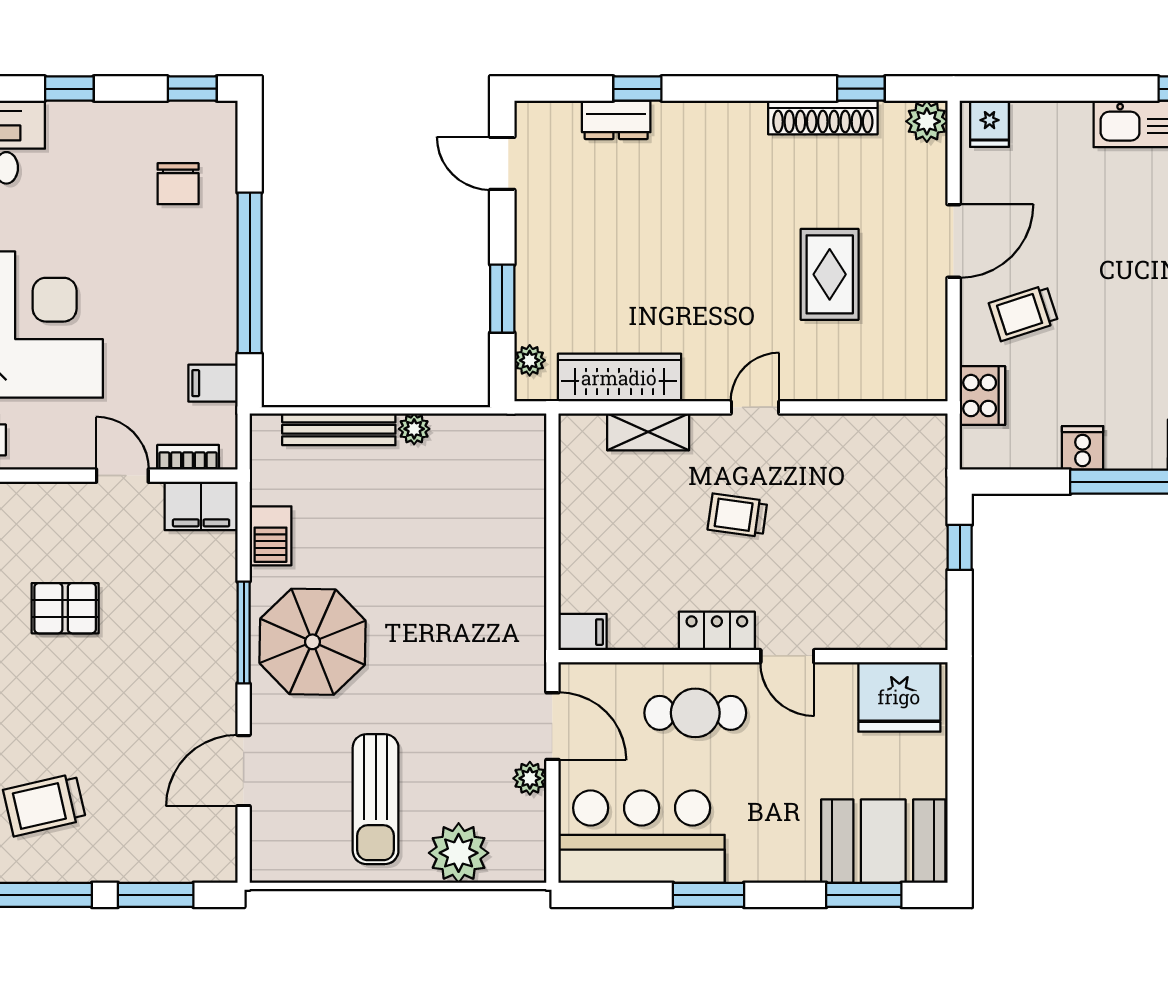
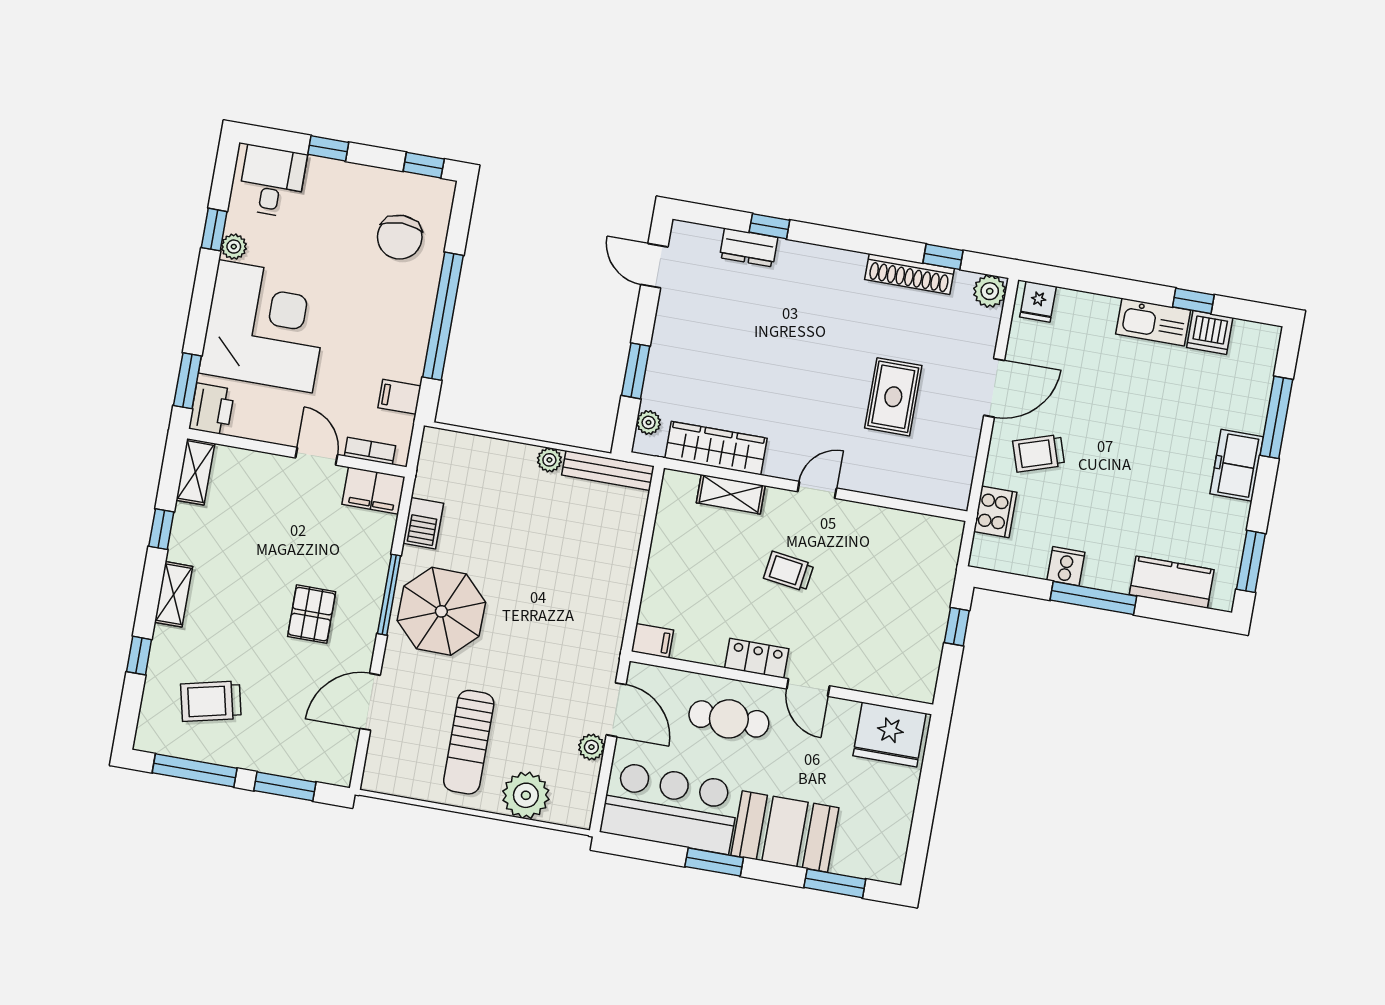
chair: (178, 184) -> (400, 237), width x1.37, depth x1.37
bench: (339, 429) -> (608, 471), moved
pallet: (65, 608) -> (312, 614), moved, turned 90
booth: (883, 841) -> (785, 831), moved

